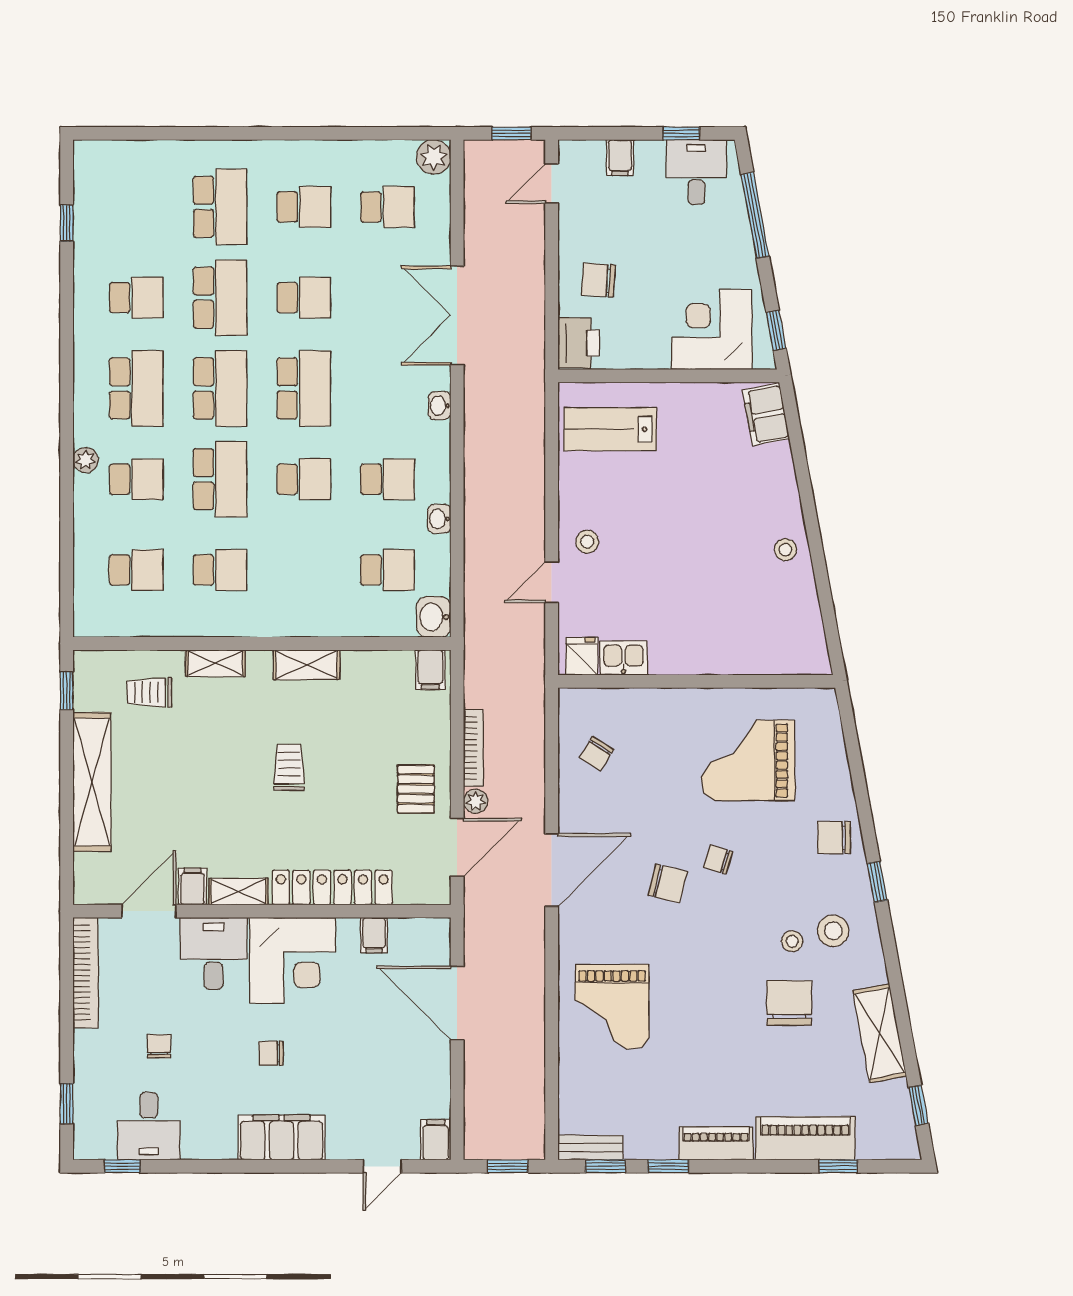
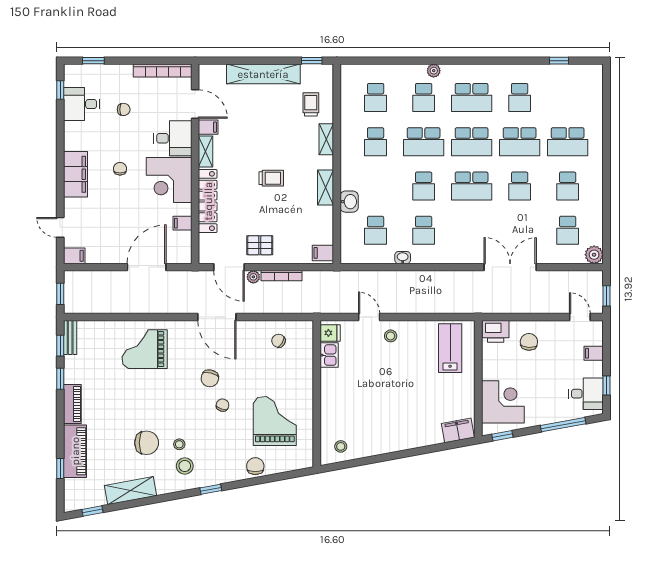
washbasin: (440, 406) -> (463, 258), removed
stool: (785, 550) -> (341, 446), moved
washbasin: (434, 617) -> (349, 202), moved, turned 90
chair: (834, 838) -> (255, 466), moved

